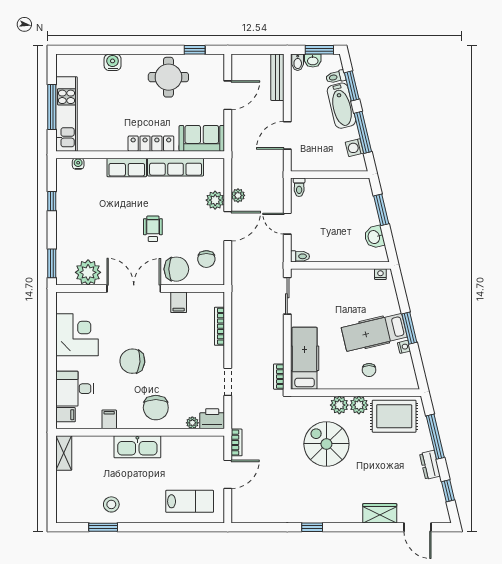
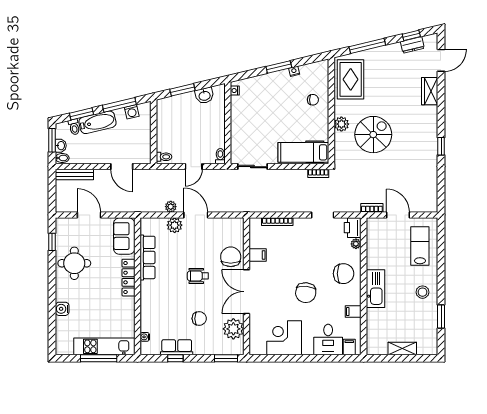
row of seats: (127, 167) -> (177, 347), moved, turned -90
chair: (206, 259) -> (199, 319), moved
hospital bed: (374, 332) -> (282, 96), removed
plant: (359, 405) -> (341, 108), removed
spiral stairs: (326, 444) -> (373, 135), turned 180
shelving: (64, 453) -> (402, 349), moved
dresser: (430, 465) -> (412, 45), moved
stool: (111, 504) -> (423, 292), moved

